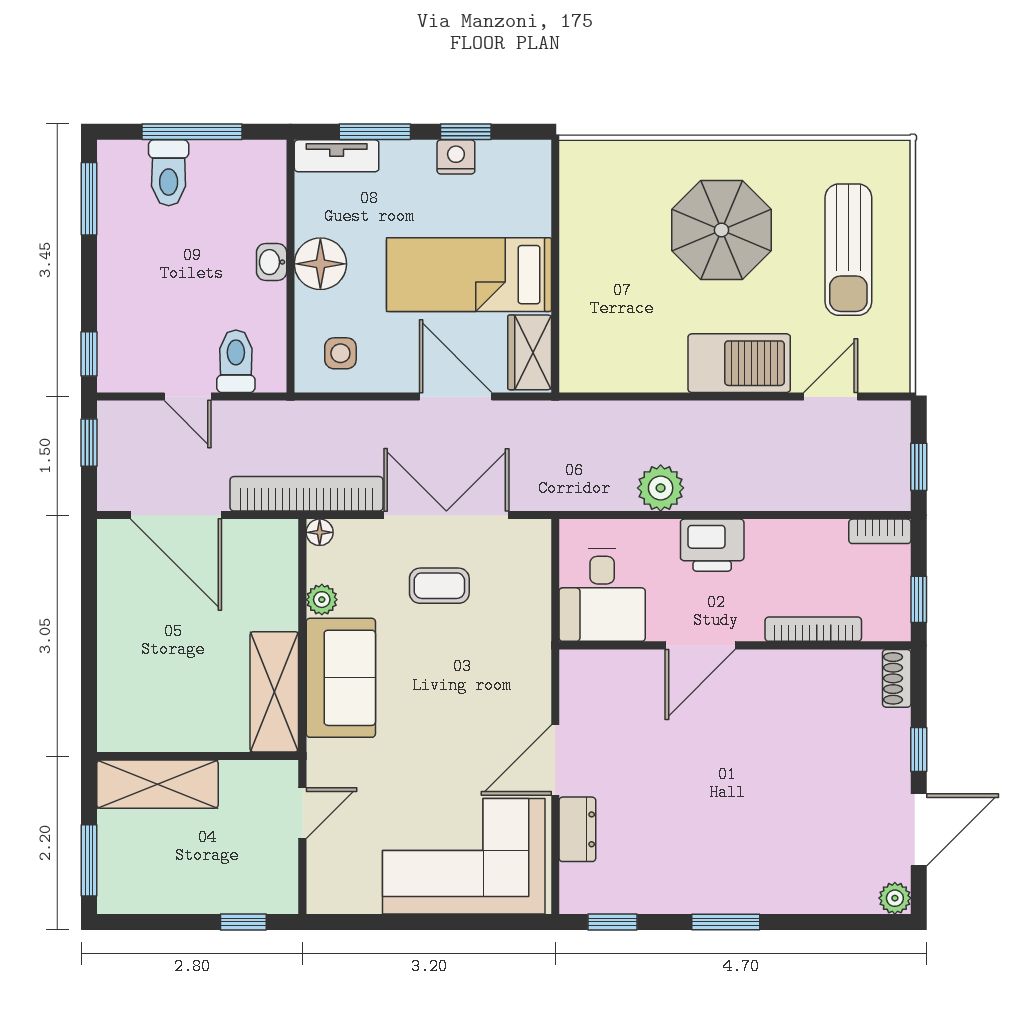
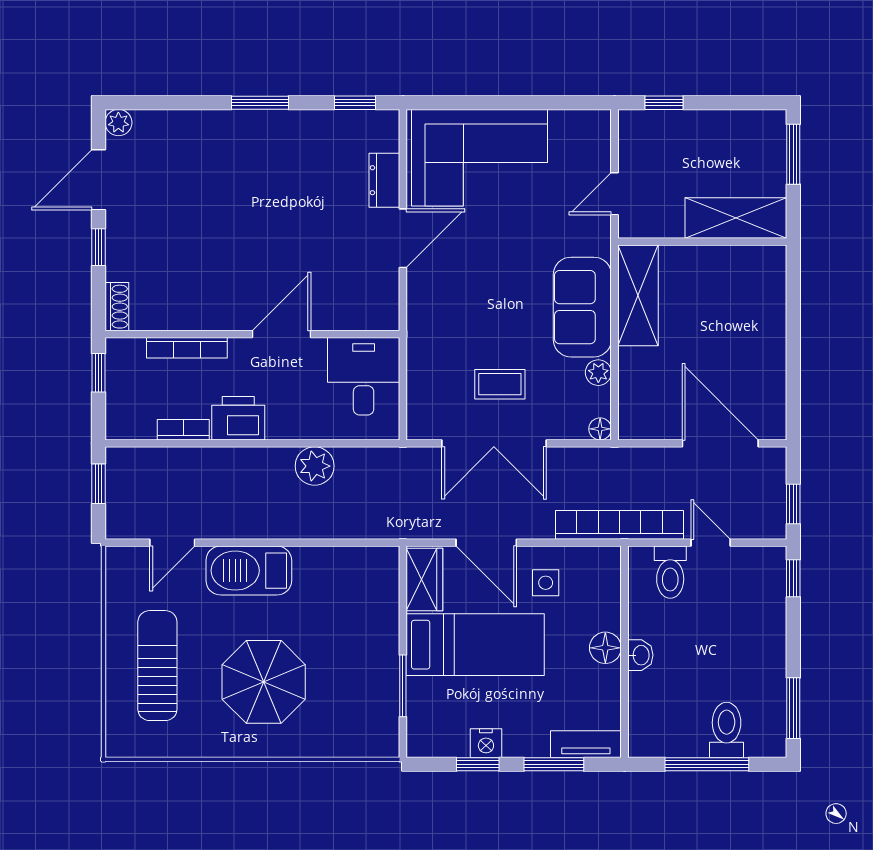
window: (555, 225) -> (403, 686), added
floor lamp: (320, 264) -> (605, 648), width x0.73, depth x0.73
side table: (340, 353) -> (546, 583), moved
bookcase: (307, 494) -> (620, 525), moved, turned 180
bookcase: (880, 531) -> (183, 430), moved
printer: (712, 545) -> (238, 418), moved

